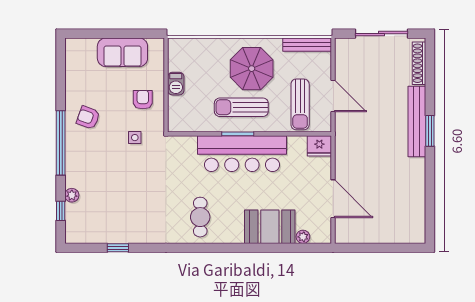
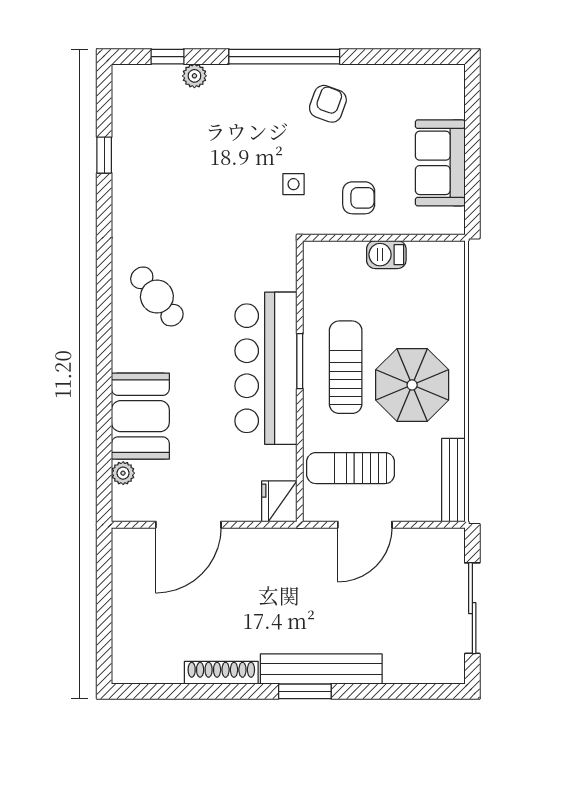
shoe rack: (419, 63) -> (221, 673), moved
cafe table: (200, 217) -> (157, 296), turned 51

